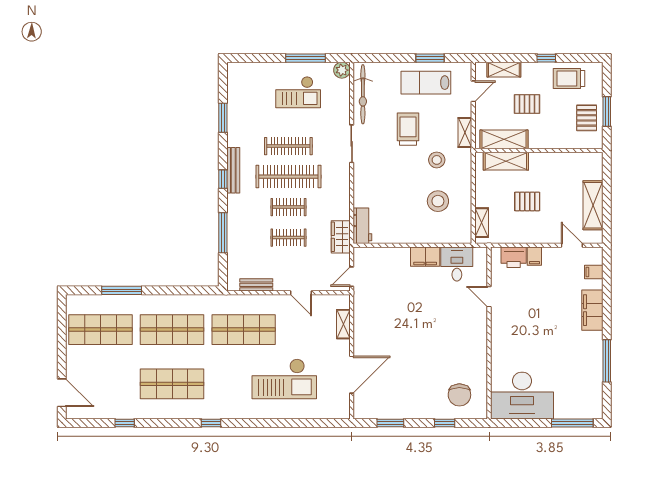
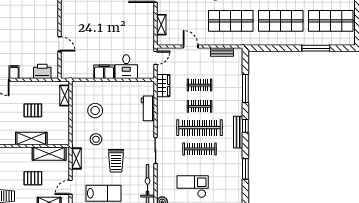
shelving: (506, 161) -> (31, 138), moved
workbench: (362, 226) -> (148, 108), moved
filing cabinet: (534, 256) -> (14, 72), moved
desk: (457, 264) -> (126, 67), moved

